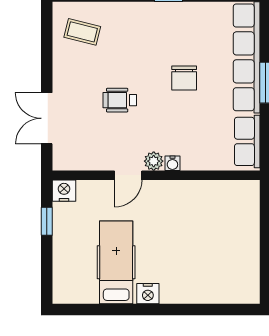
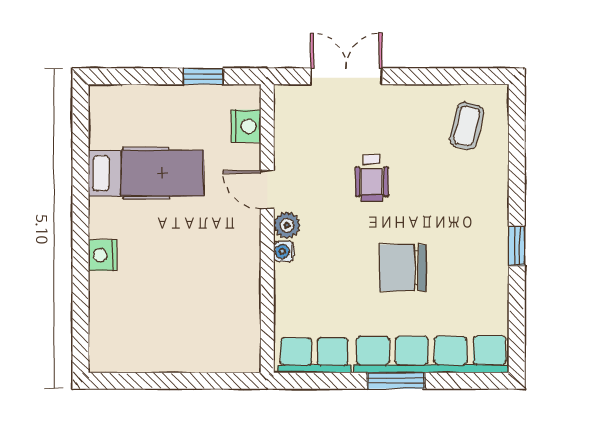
chair: (184, 78) -> (403, 268), width x1.37, depth x1.37
wheelchair: (120, 100) -> (372, 178), turned 180
nightstand: (64, 191) -> (246, 126), moved
nightstand: (148, 294) -> (102, 255), moved

